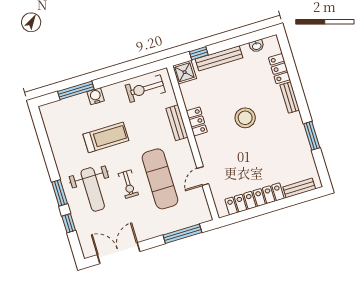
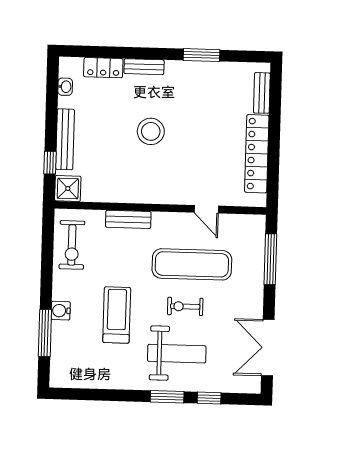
locker: (197, 121) -> (135, 194), removed
exercise bike: (128, 184) -> (185, 306), turned 180

